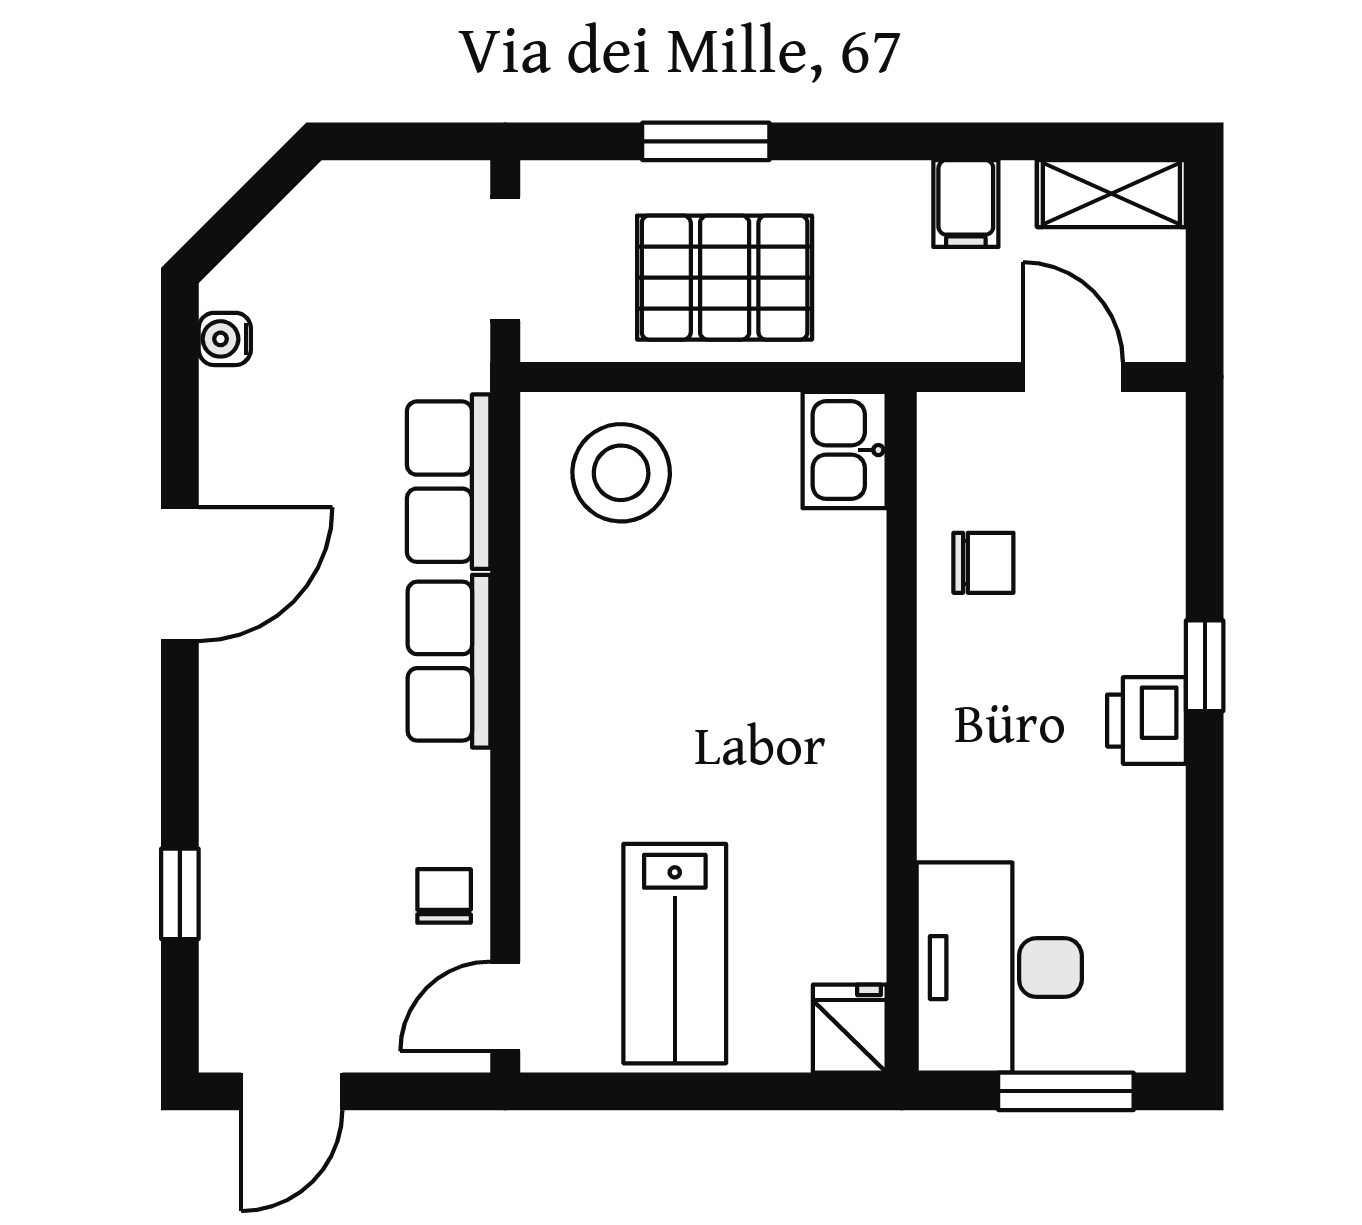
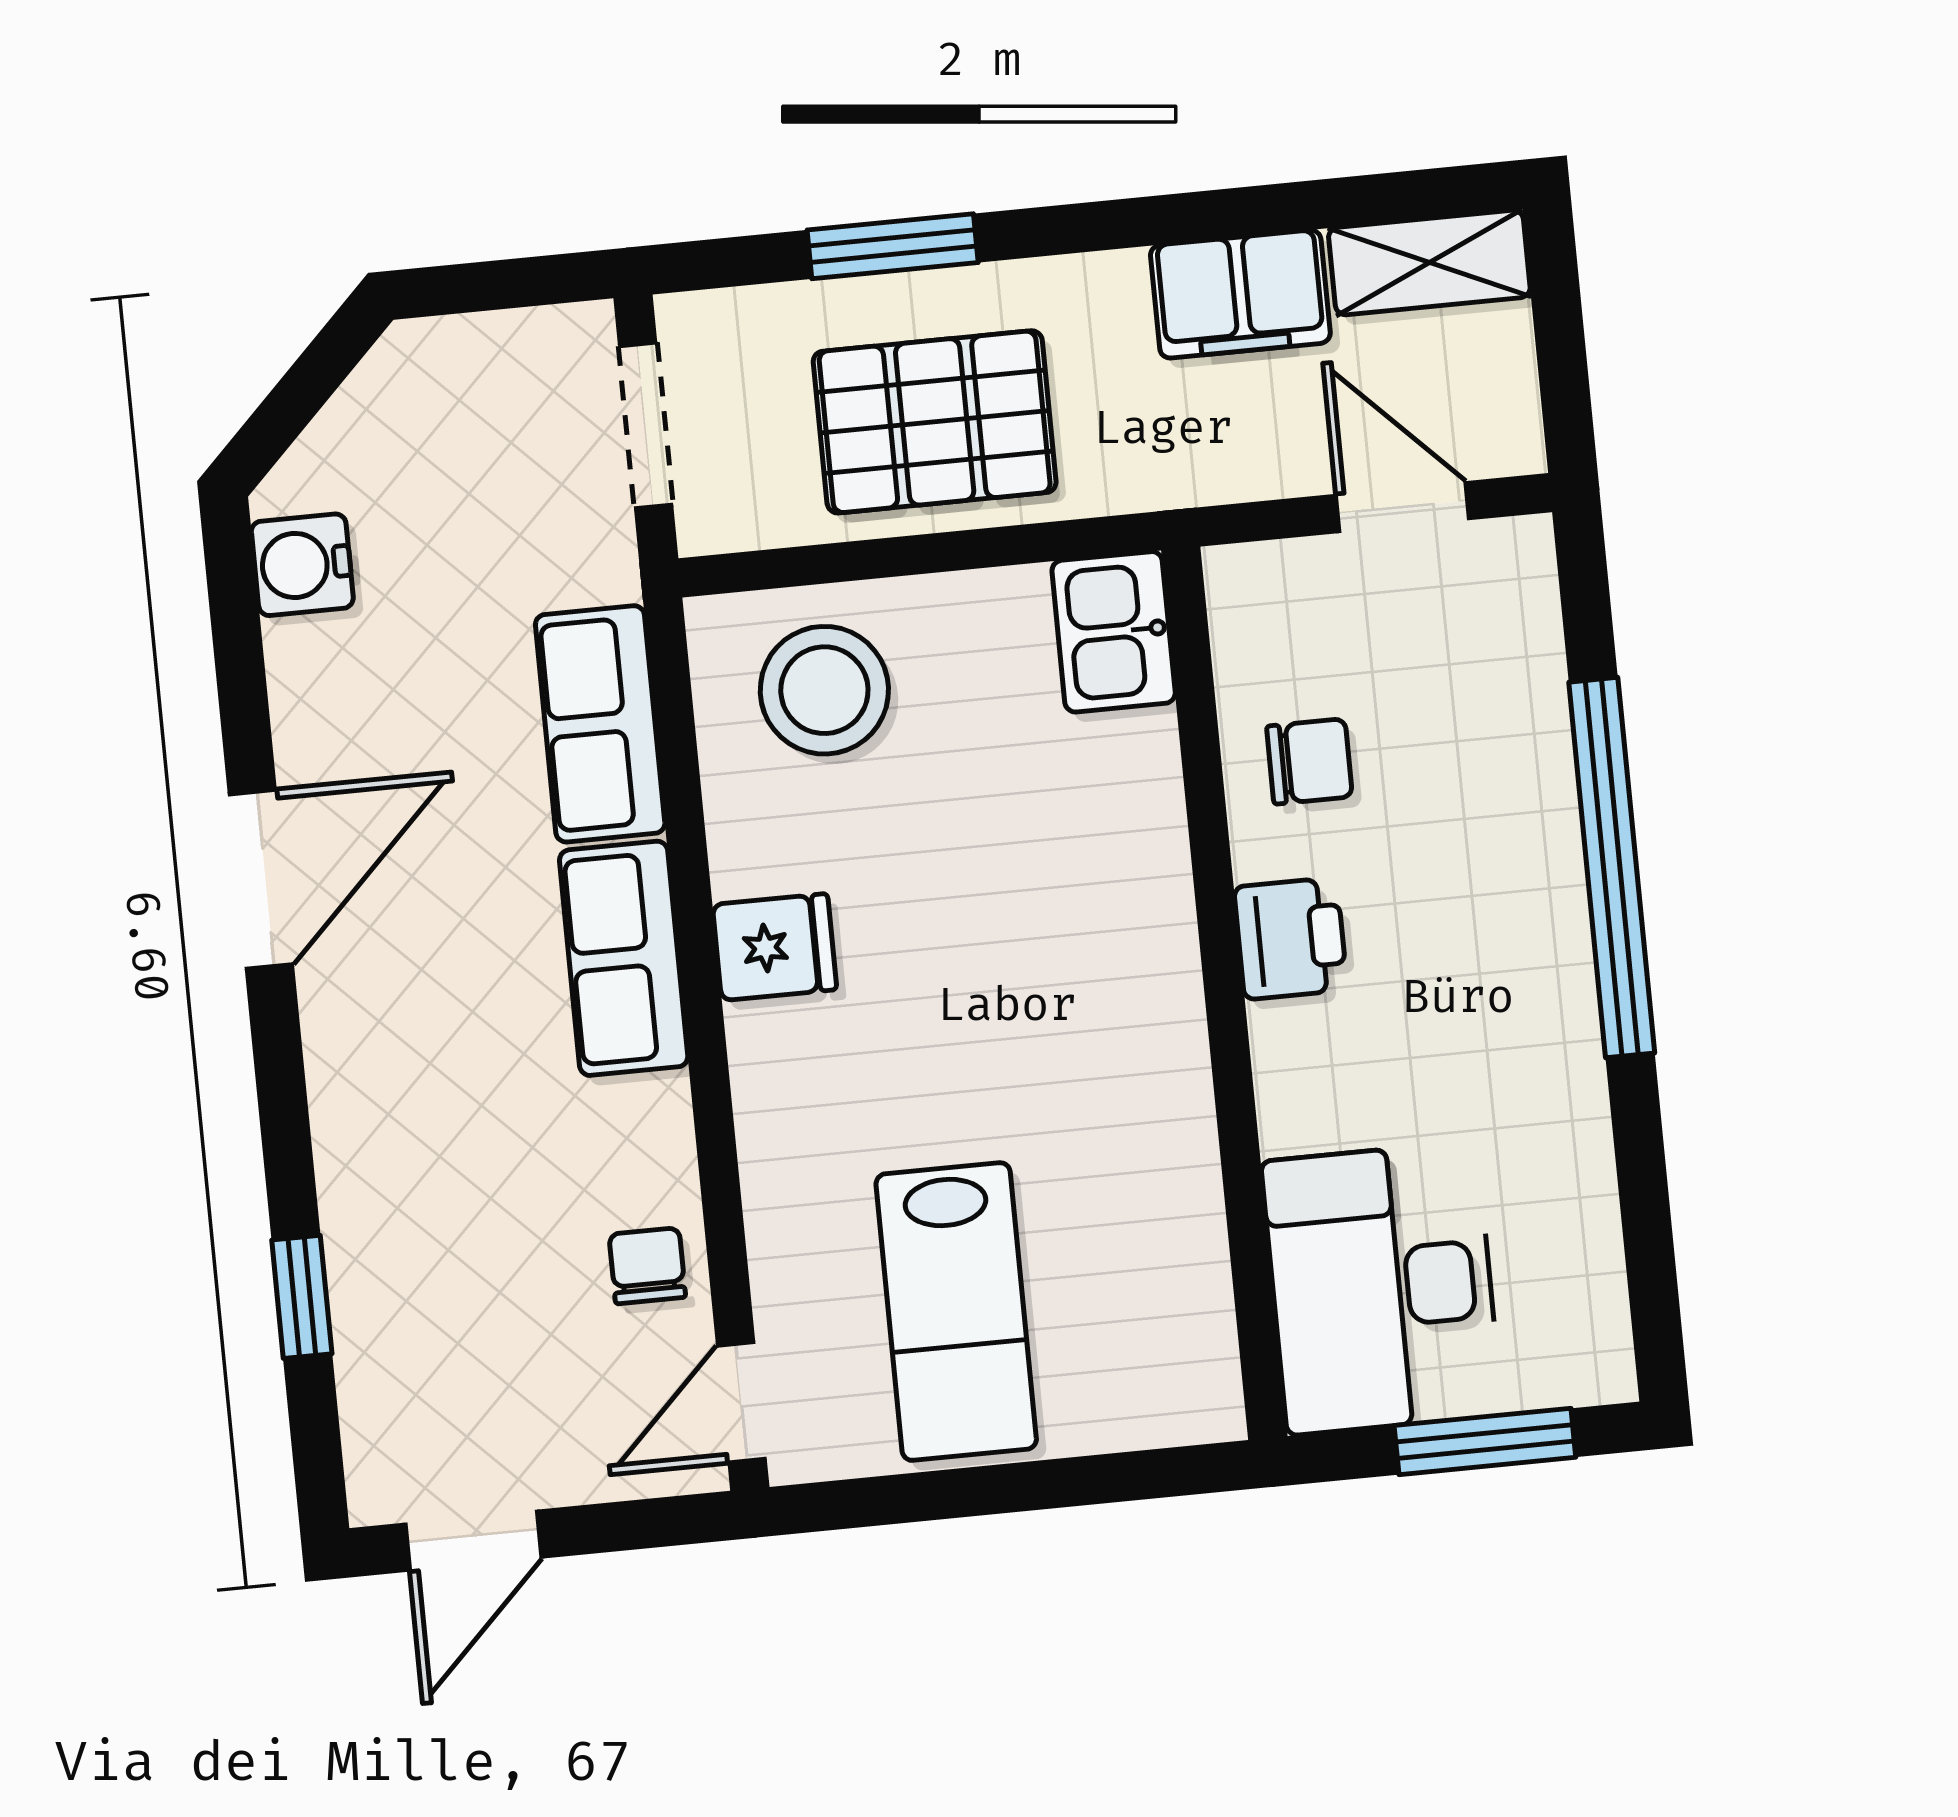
filing cabinet: (966, 203) -> (1240, 294), width x2.00
water cooler: (225, 339) -> (302, 565), width x1.38, depth x1.38
window: (1205, 666) -> (1612, 868), width x3.17
printer: (1147, 721) -> (1291, 938), moved, turned 180
fridge: (850, 1029) -> (775, 947), moved, turned 90

